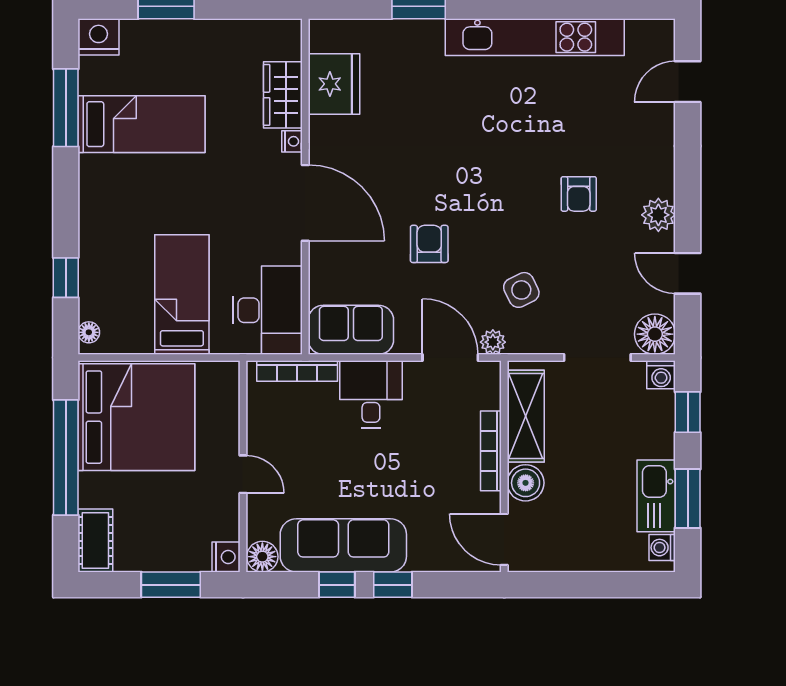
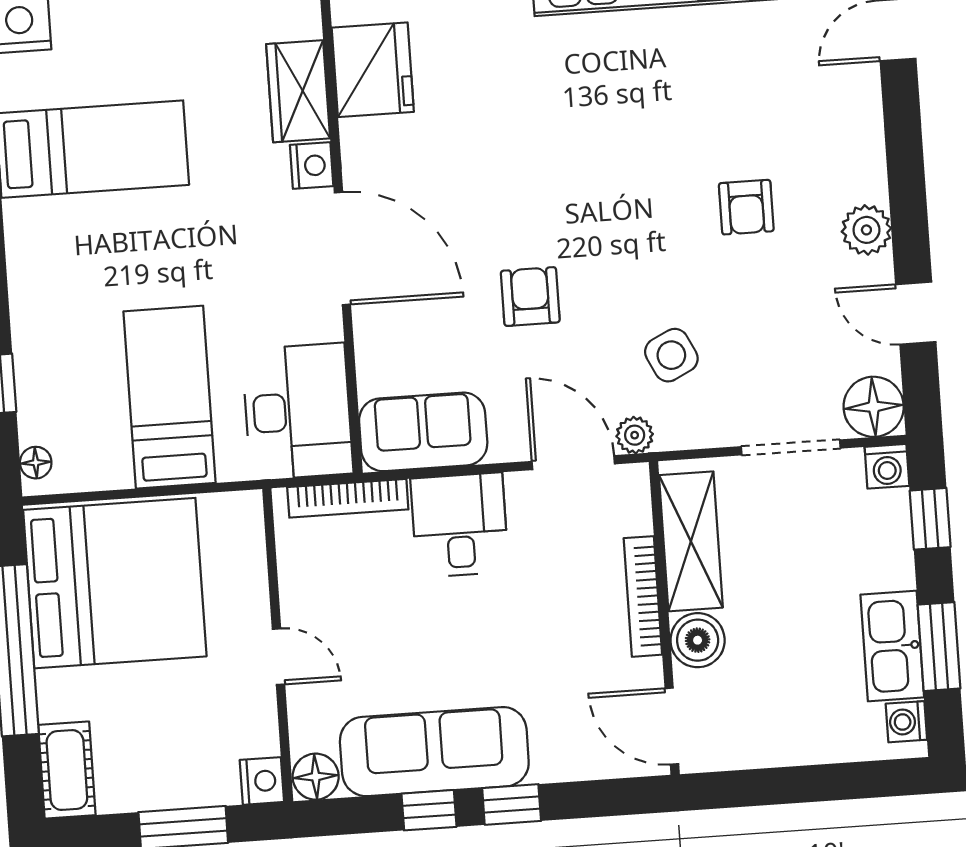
nightstand: (292, 141) -> (312, 166), width x1.39, depth x1.35

